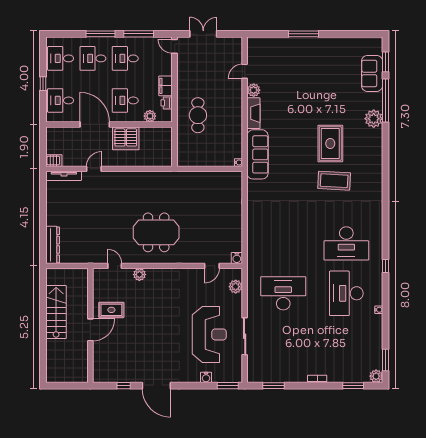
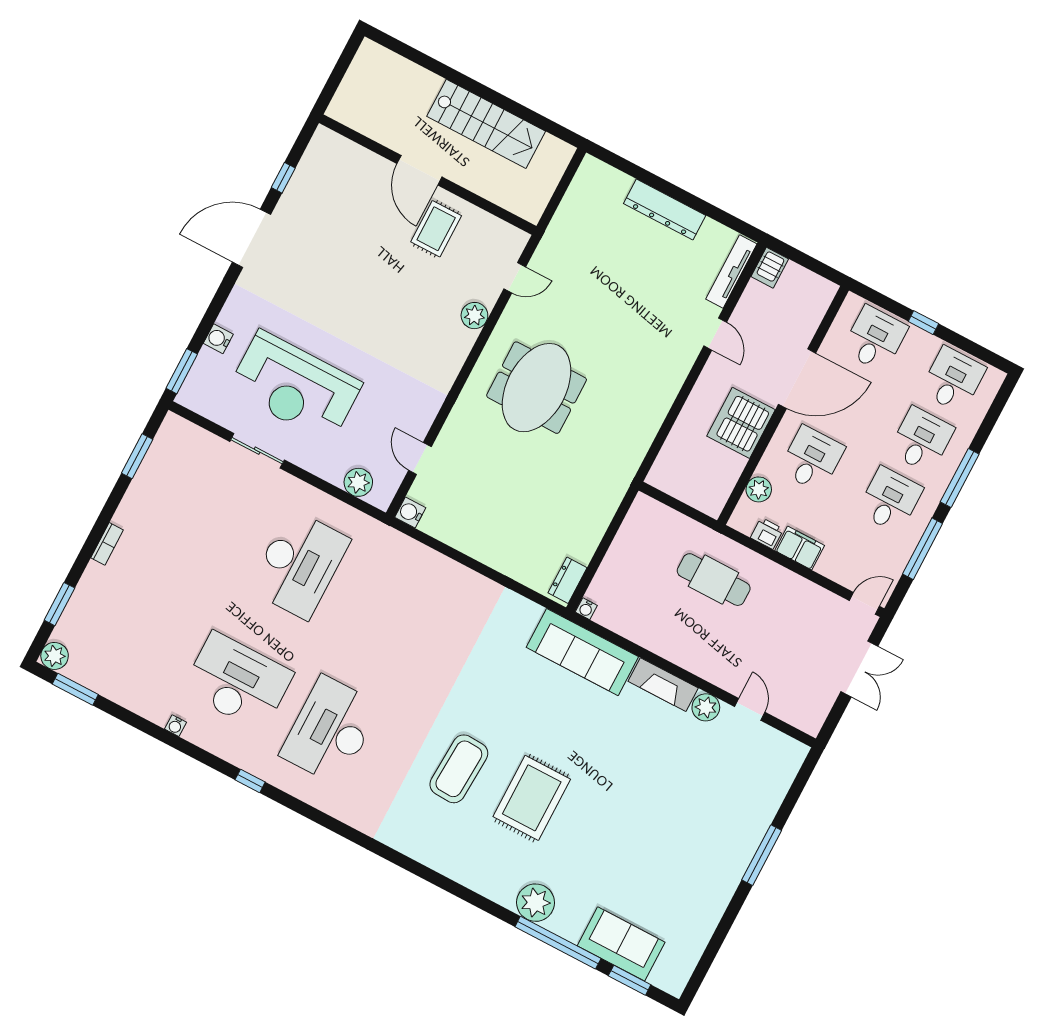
rug: (330, 144) -> (532, 798), turned 90
dresser: (231, 177) -> (568, 580), added
dresser: (53, 245) -> (665, 209), moved
sliding door: (245, 336) -> (257, 451), width x0.73

